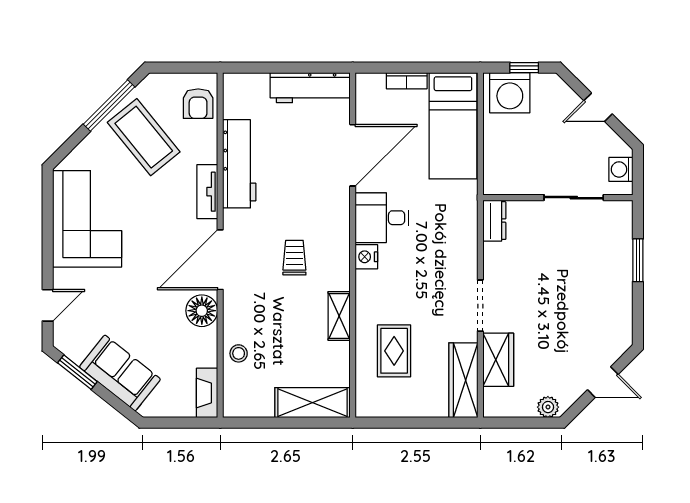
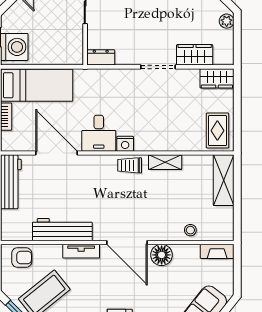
trolley: (294, 258) -> (130, 165), moved
rug: (394, 351) -> (217, 131), moved, turned 90
wardrobe: (463, 380) -> (217, 78), width x0.67

